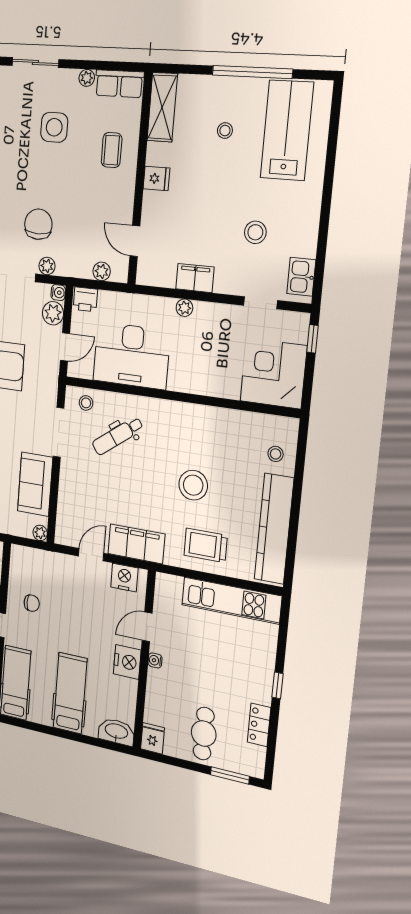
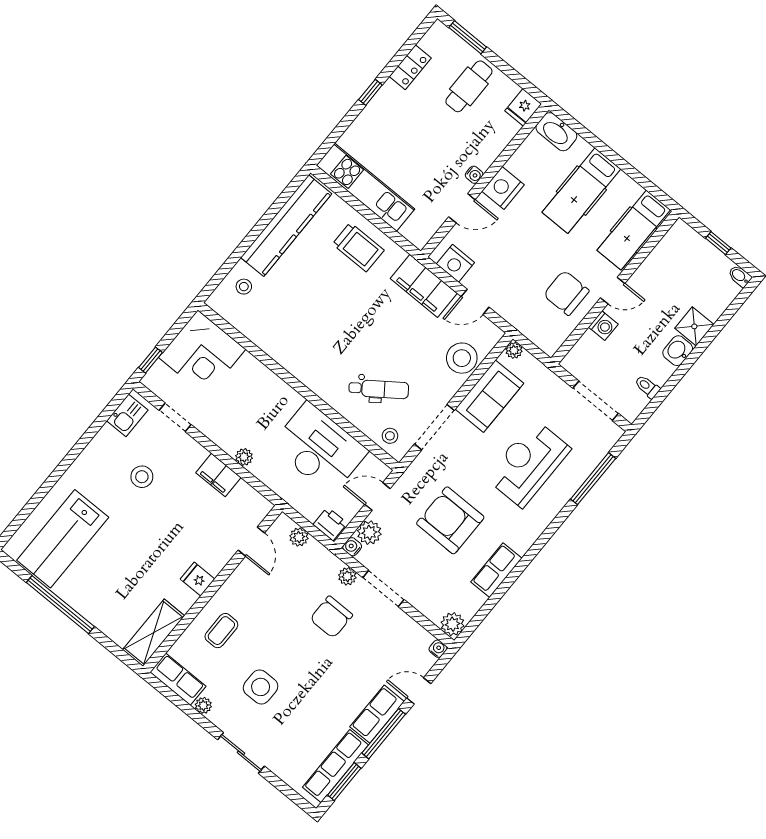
stool: (225, 131) -> (113, 575), removed
stool: (193, 485) -> (462, 358), moved
chair: (32, 603) -> (566, 293), width x1.87, depth x1.87

